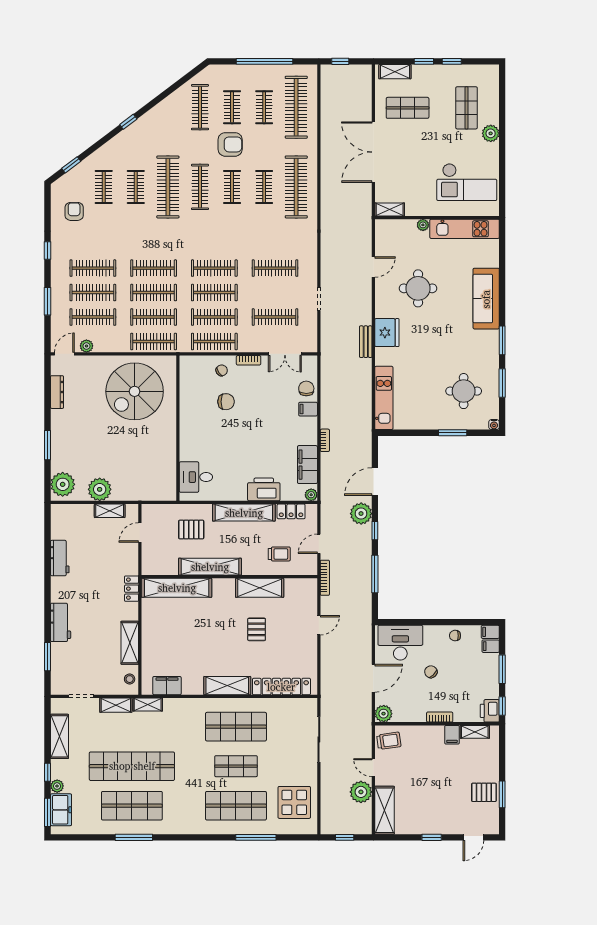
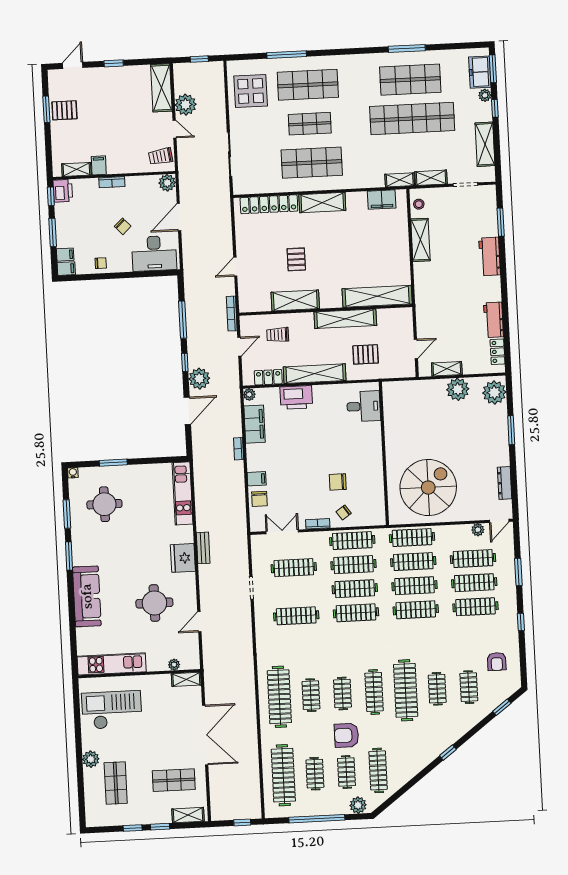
plant: (222, 73) -> (358, 805), added
plant: (423, 225) -> (174, 665), moved
locker: (132, 589) -> (497, 352), moved, turned 180

